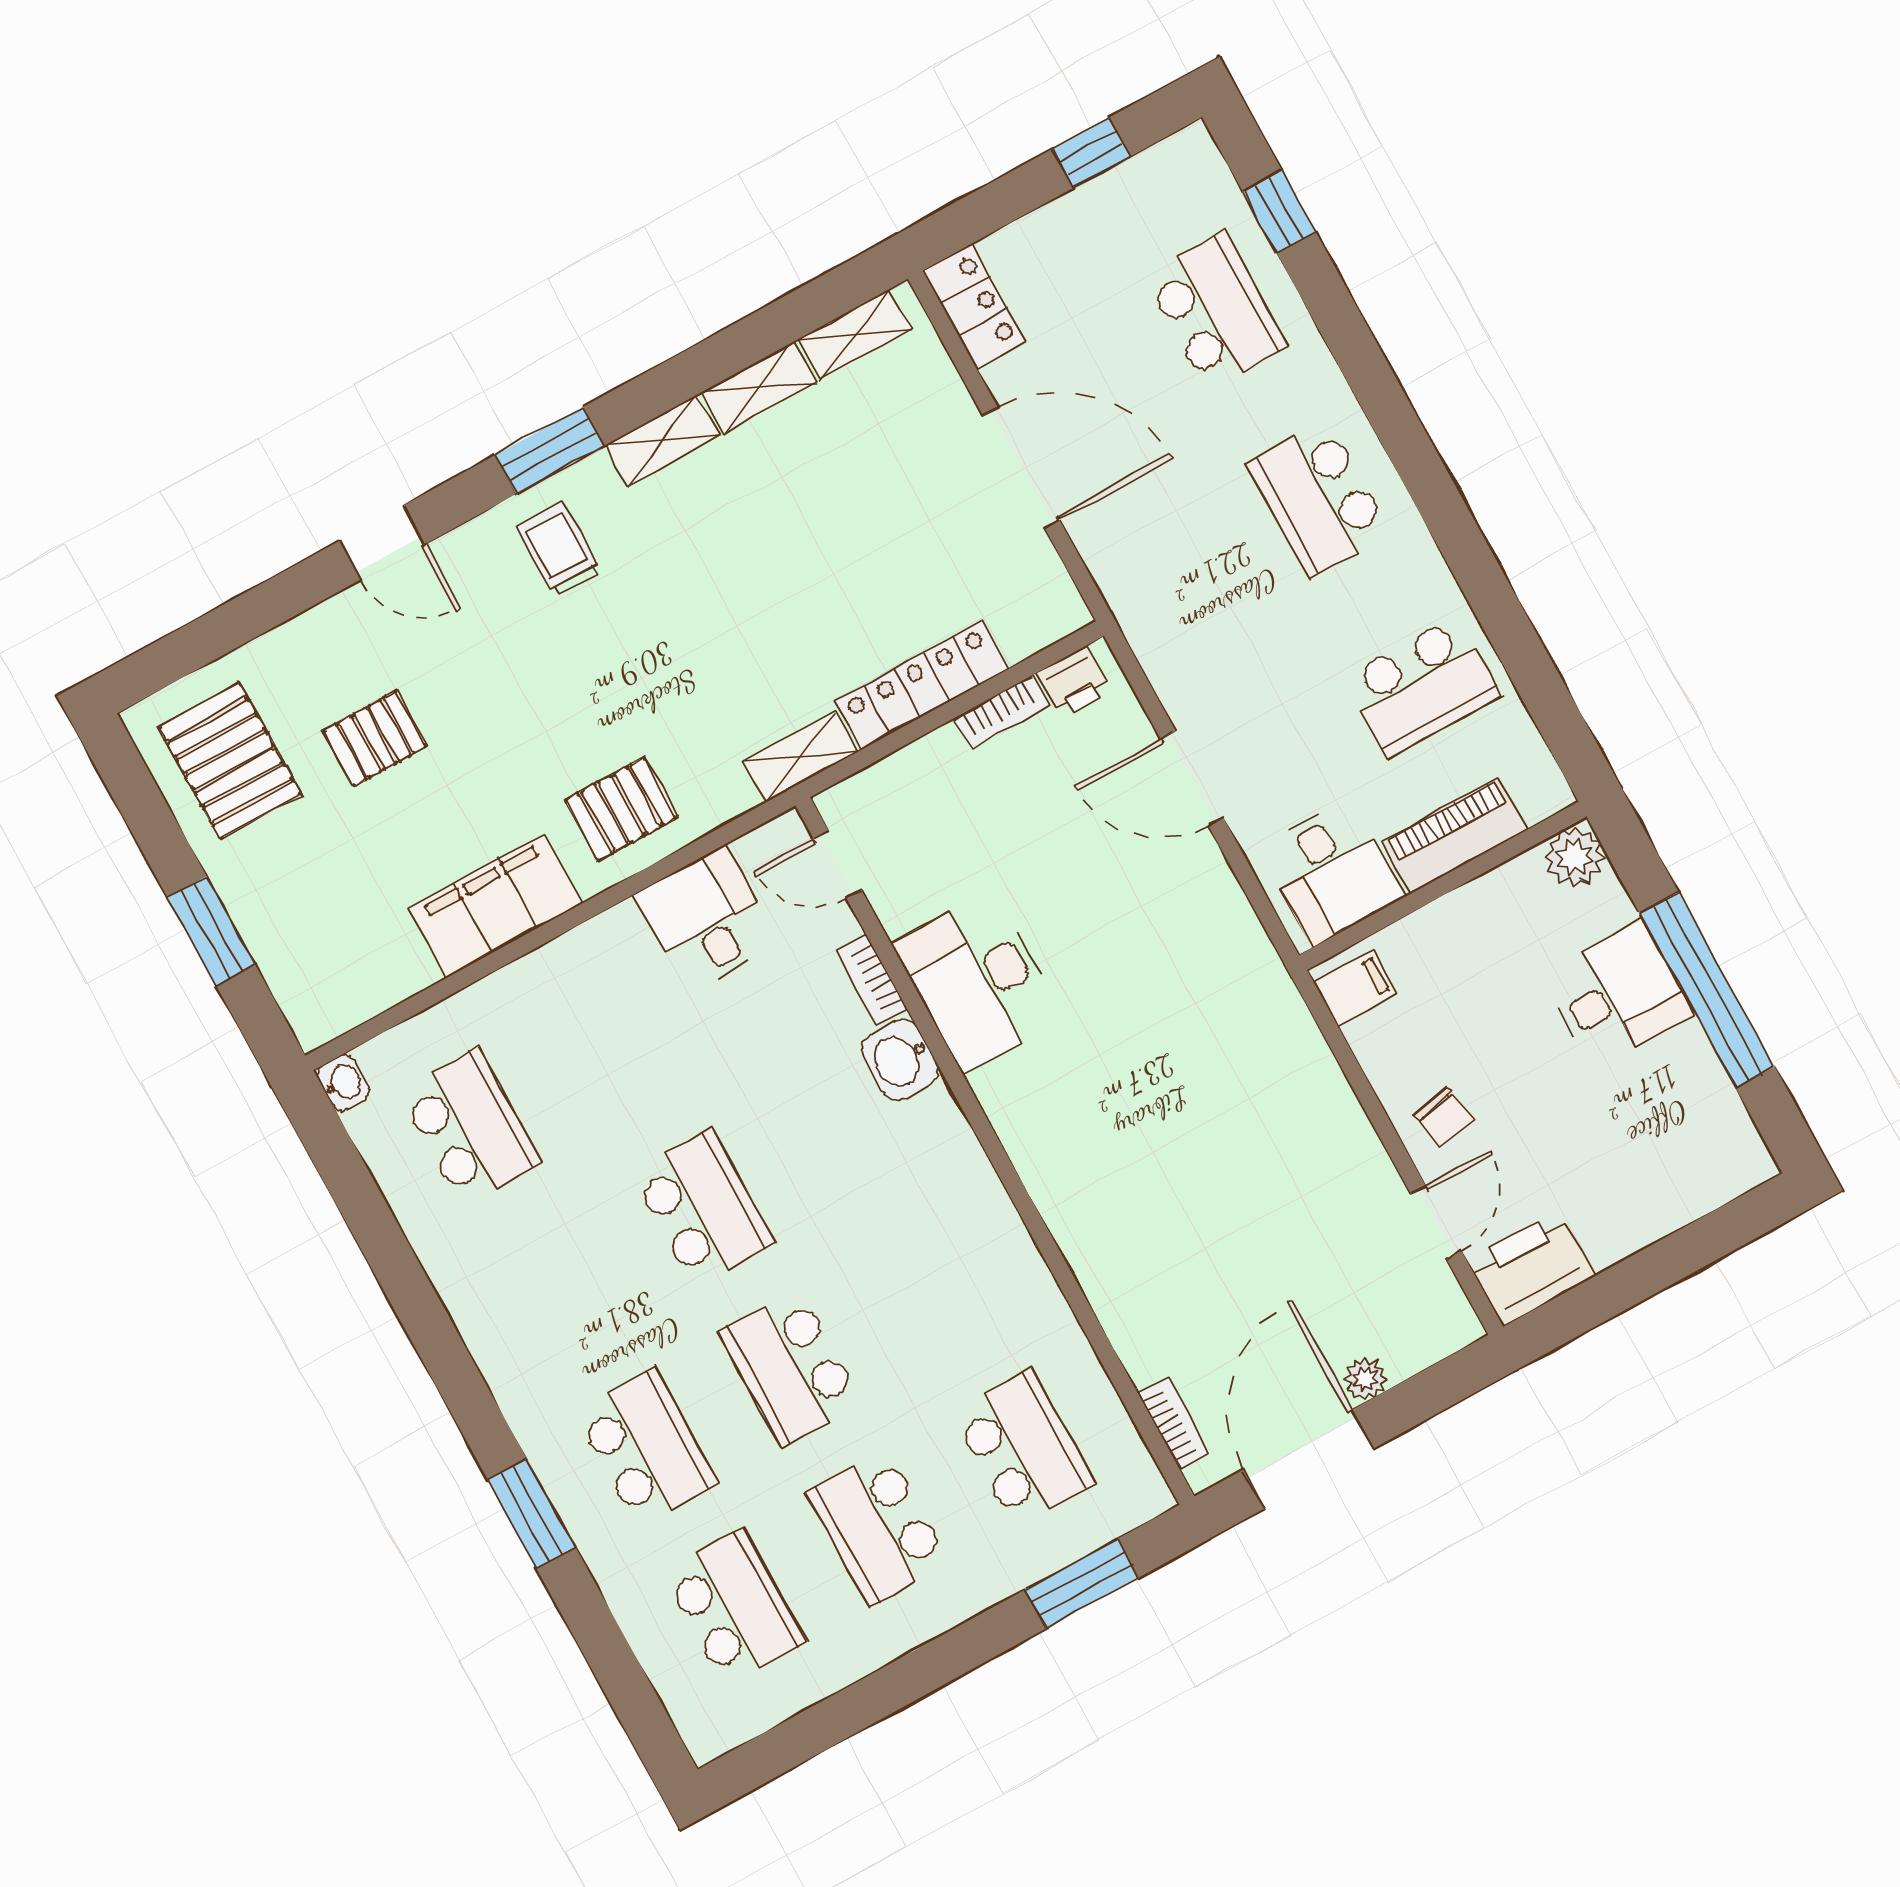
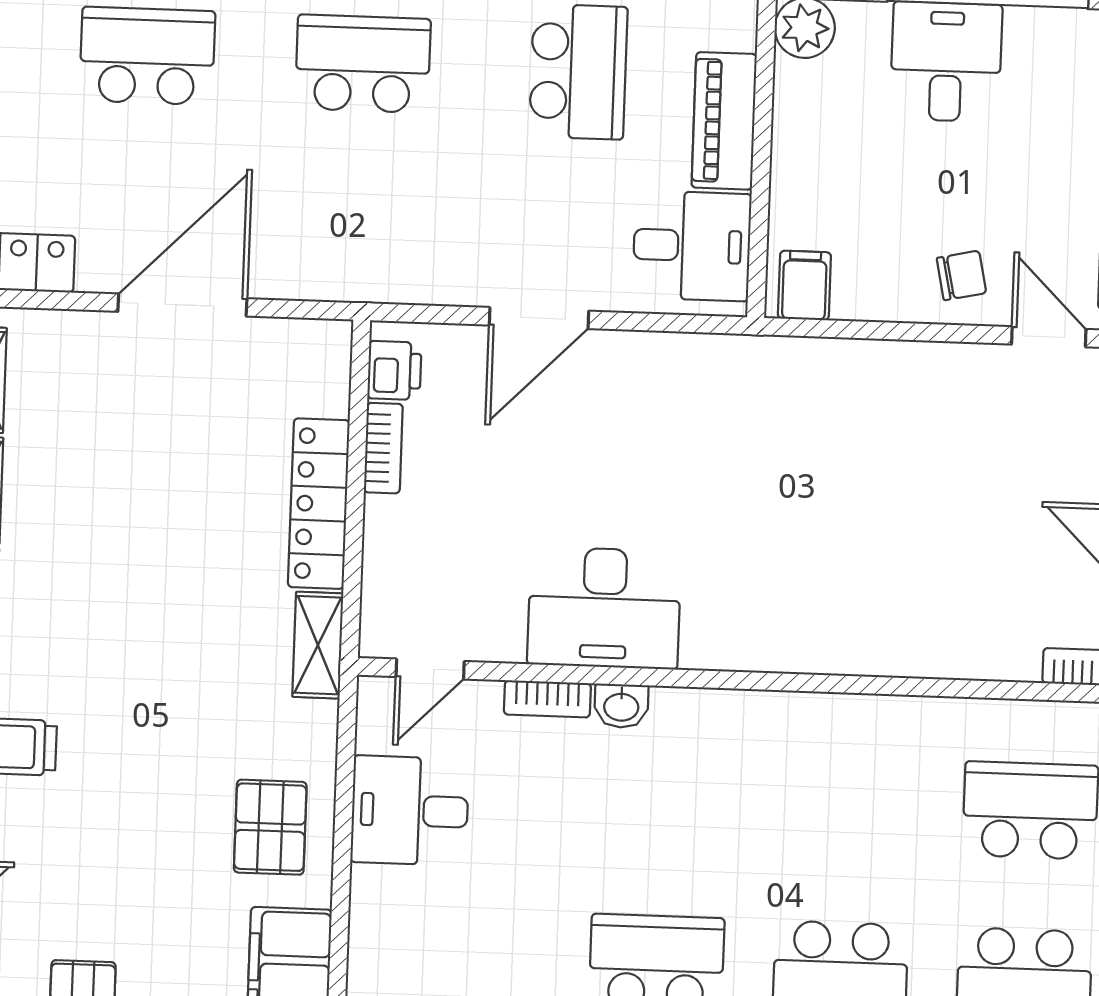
school desk: (1319, 499) -> (363, 64), turned 180
washbasin: (900, 1060) -> (621, 706), width x0.72, depth x0.69

